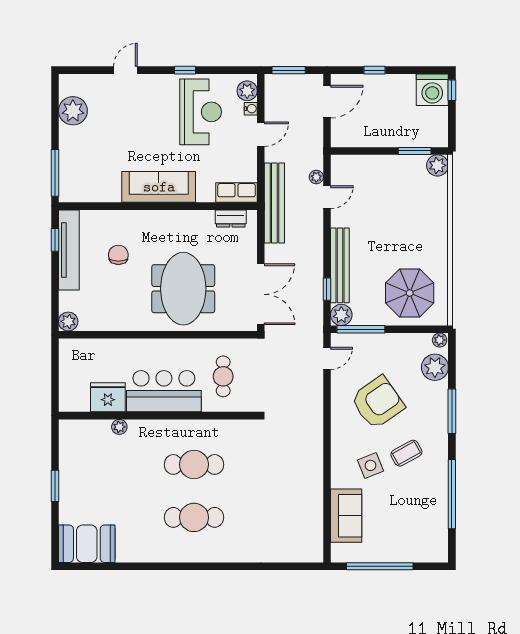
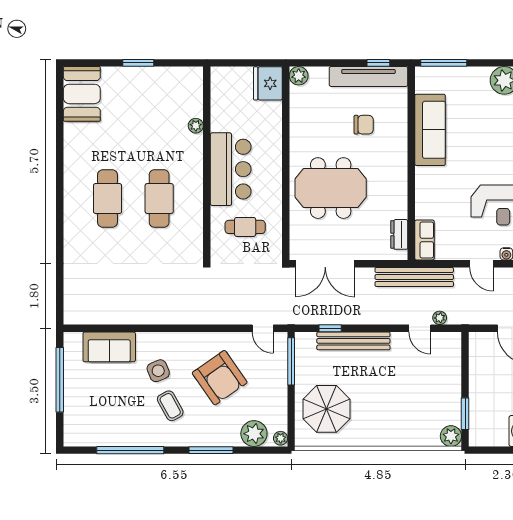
sofa: (159, 187) -> (430, 130), moved
plant: (341, 315) -> (305, 342), removed
fridge: (108, 397) -> (268, 83), moved, turned 180

